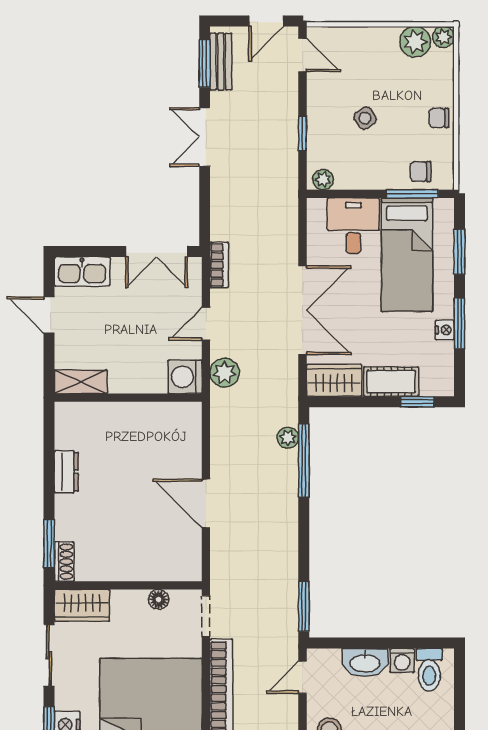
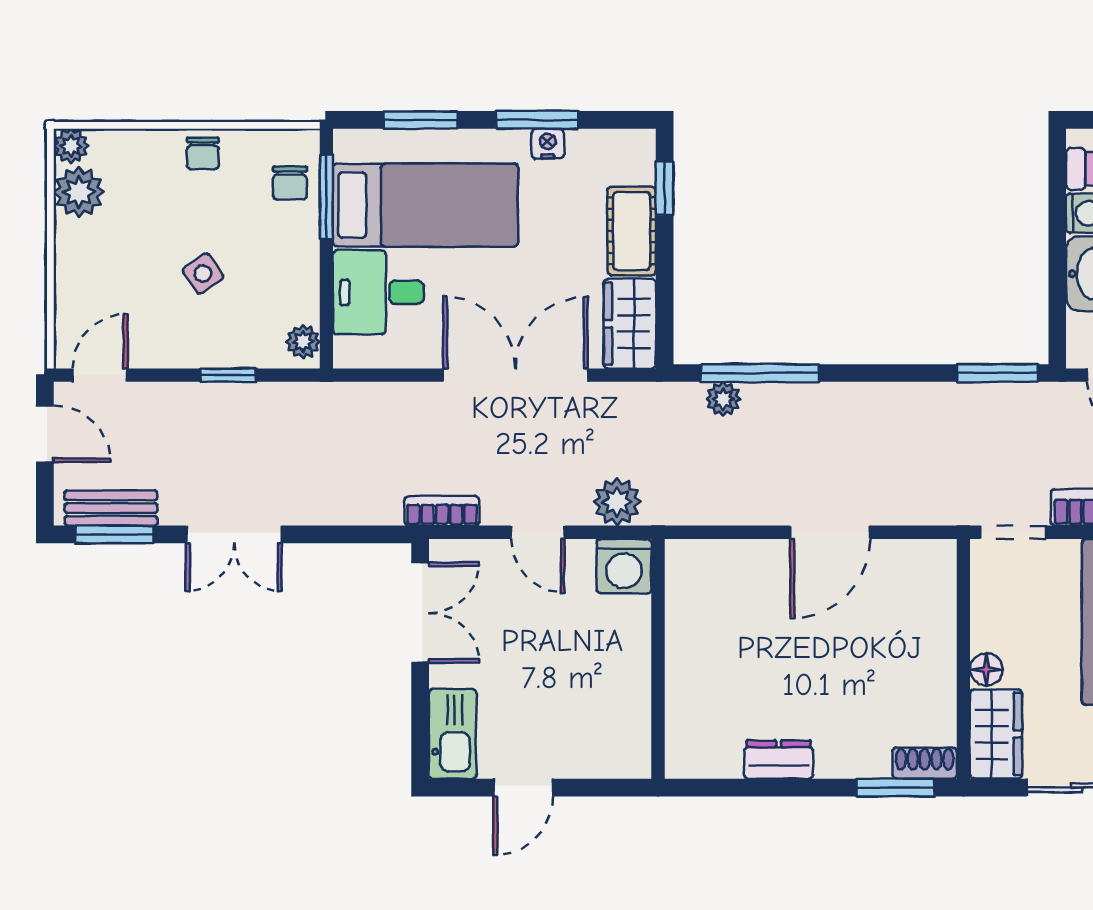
shelving: (81, 382) -> (632, 736), removed
floor lamp: (159, 599) -> (986, 669), moved

